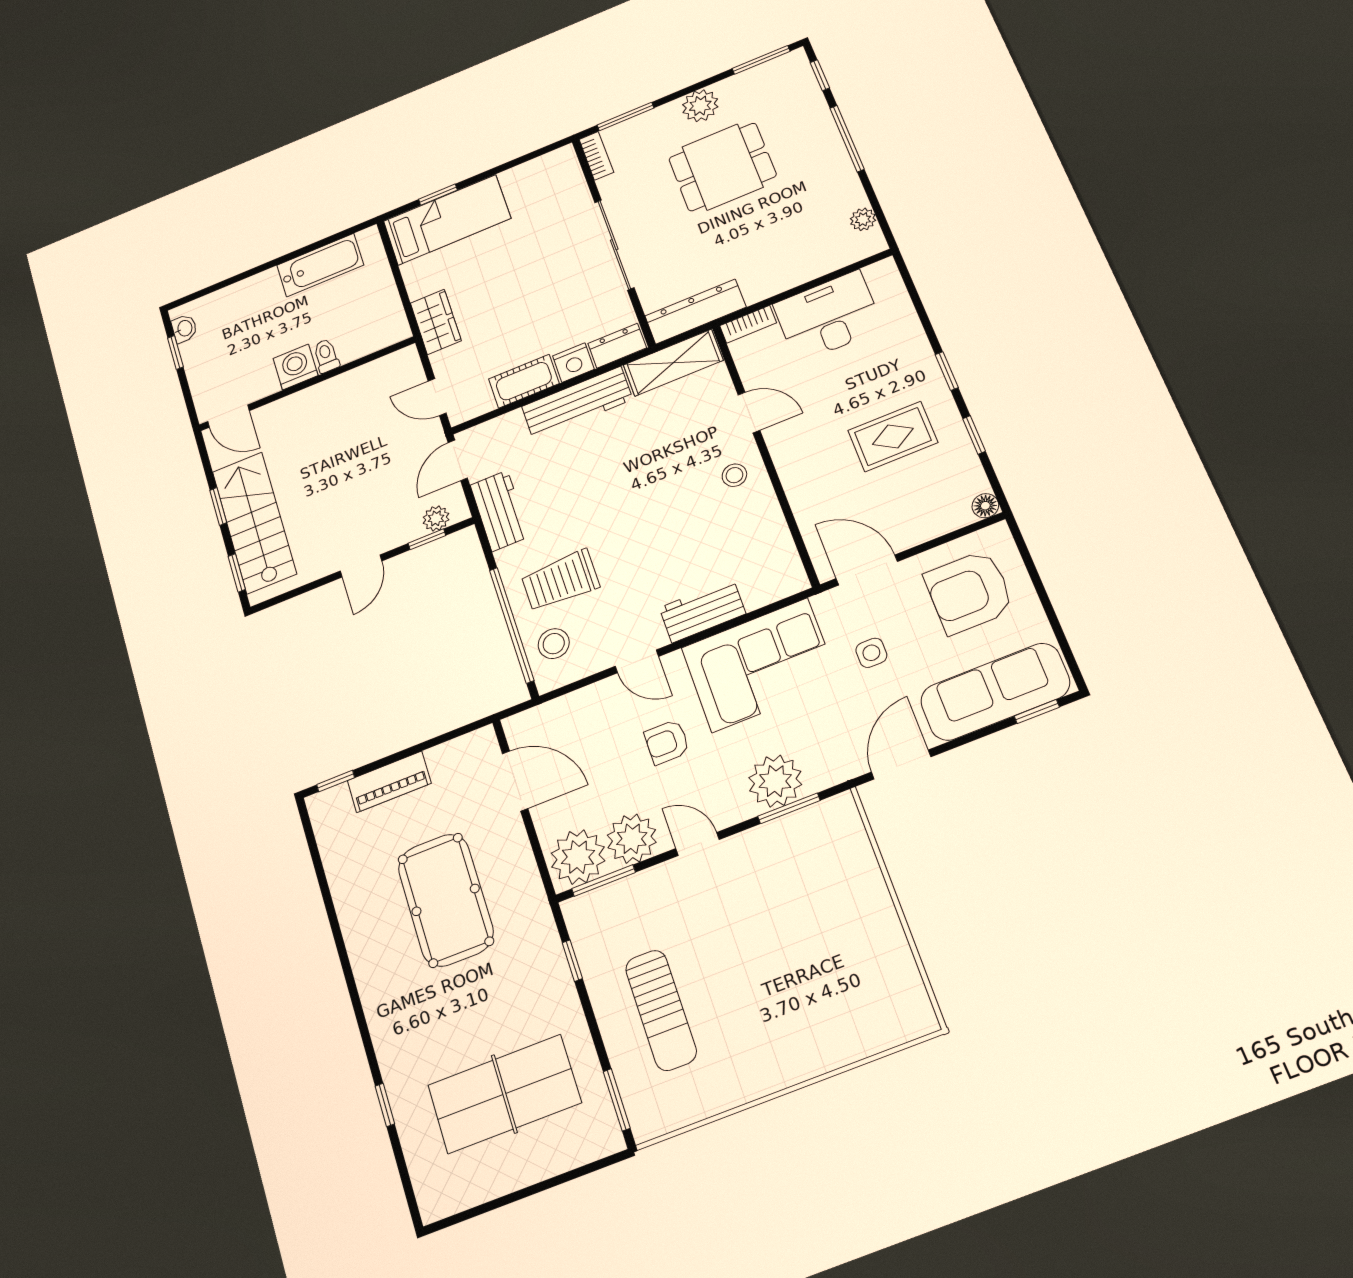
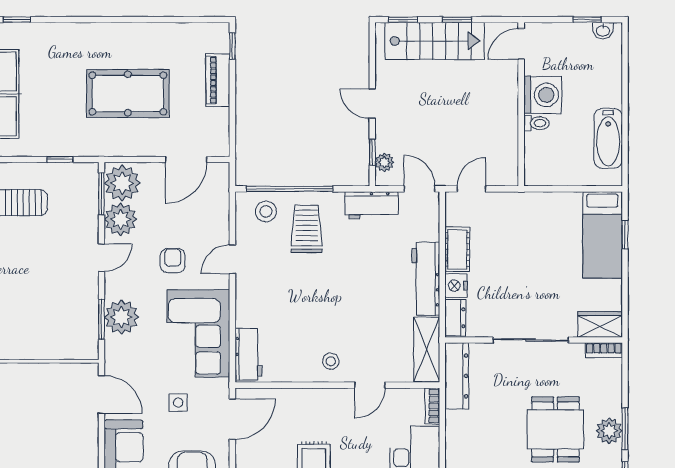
window: (625, 116) -> (625, 429), moved
wardrobe: (436, 322) -> (600, 324), moved, turned 180
washing machine: (296, 367) -> (543, 95), width x1.37, depth x1.37
workbench: (702, 611) -> (248, 354), moved

